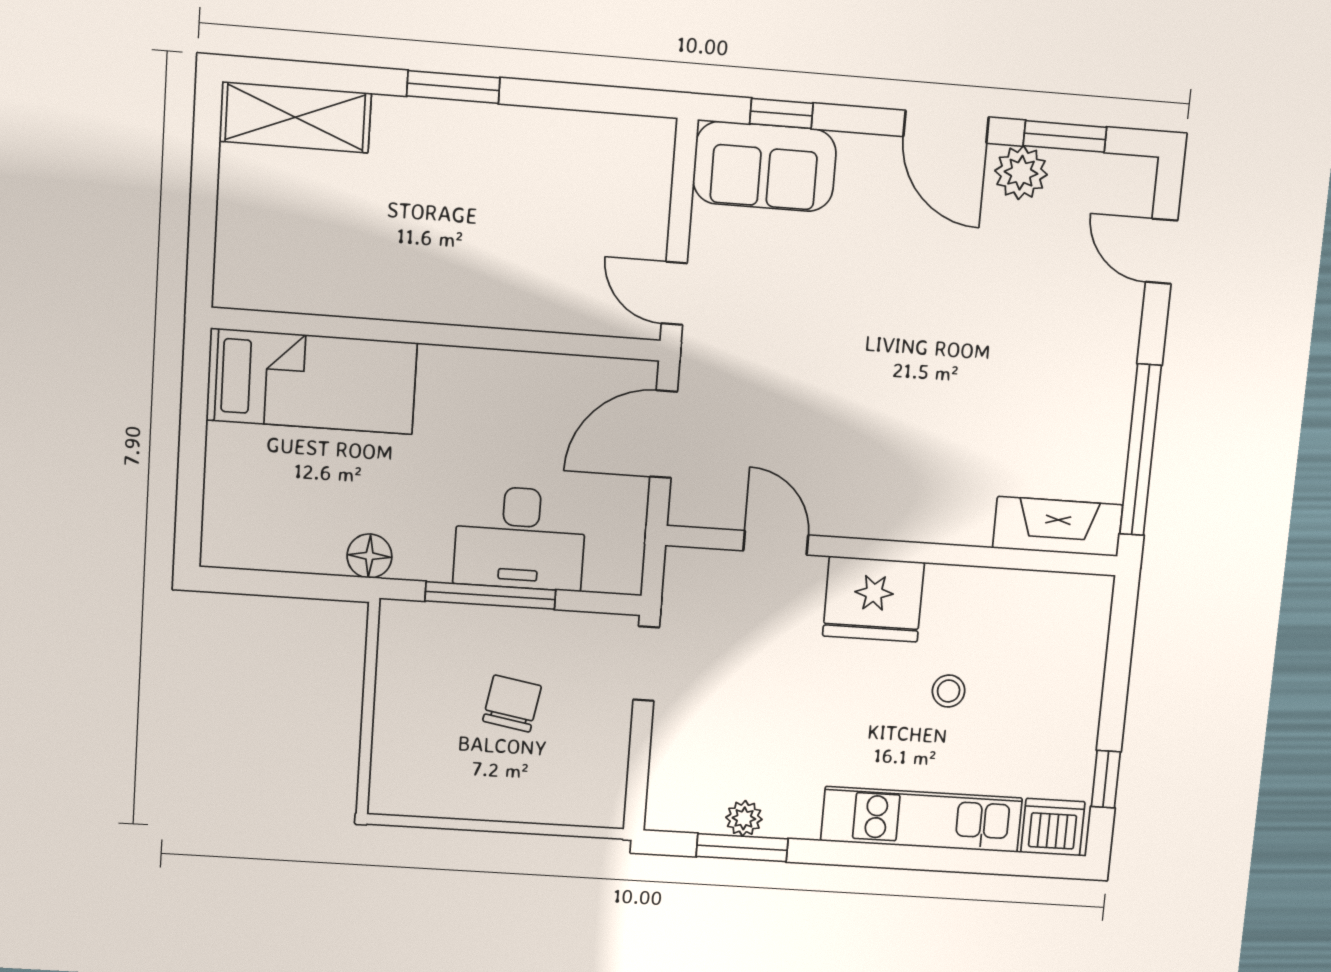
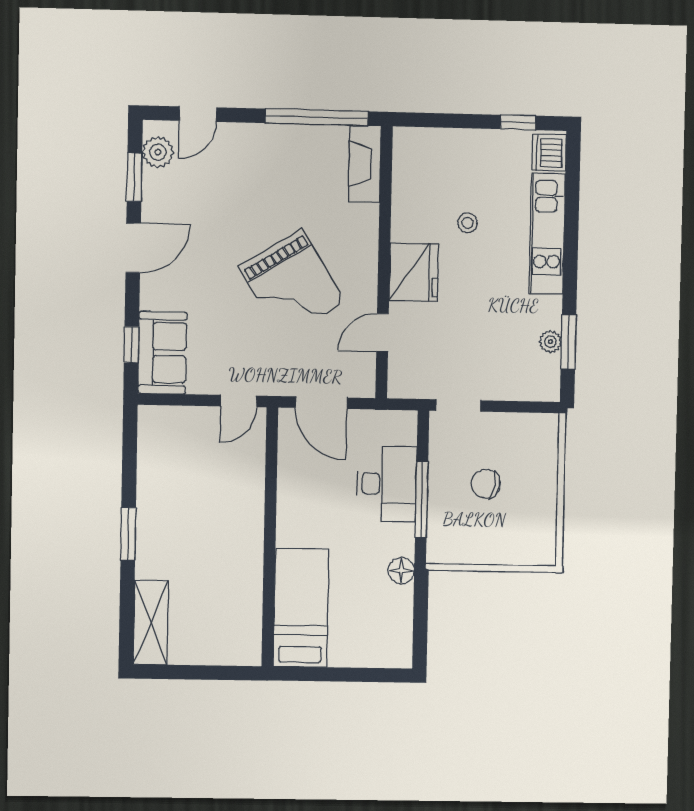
plant: (1021, 173) -> (158, 152), moved
grand piano: (866, 395) -> (292, 284), added

